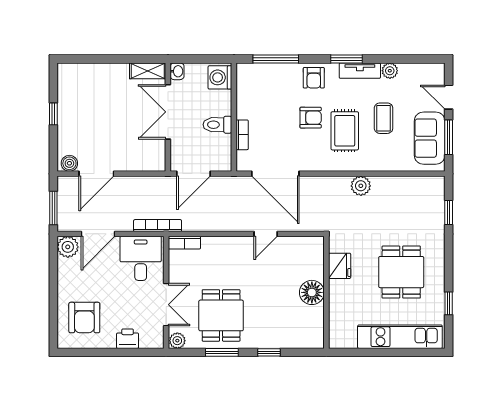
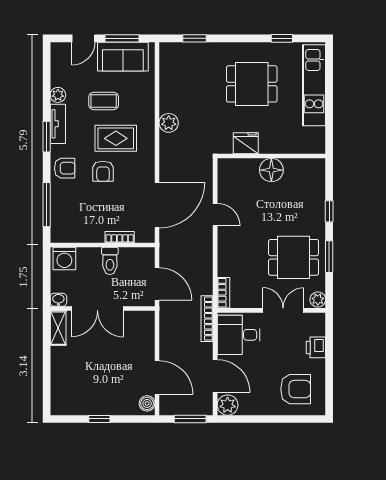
armchair: (311, 118) -> (103, 171), turned 180

